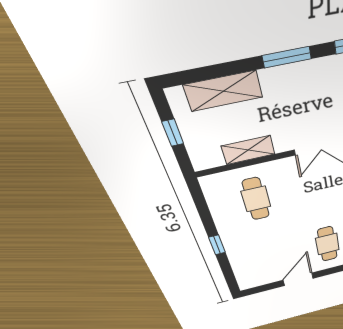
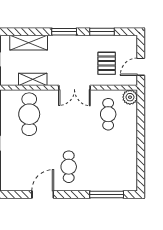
cafe table: (256, 199) -> (29, 114), width x1.37, depth x1.35

